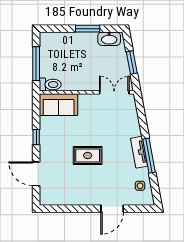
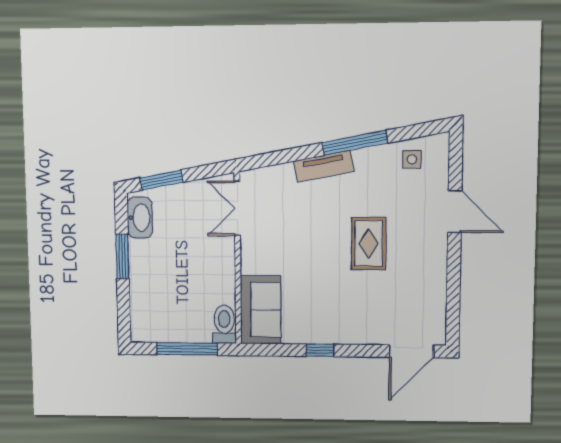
window: (132, 62) -> (162, 180), moved
tv unit: (139, 152) -> (324, 166), moved
rug: (88, 155) -> (369, 244), moved
door: (36, 174) -> (411, 351), moved

